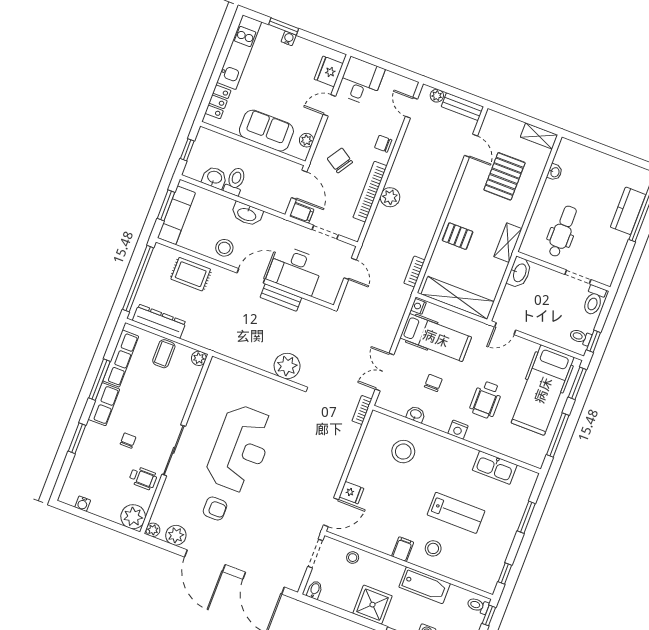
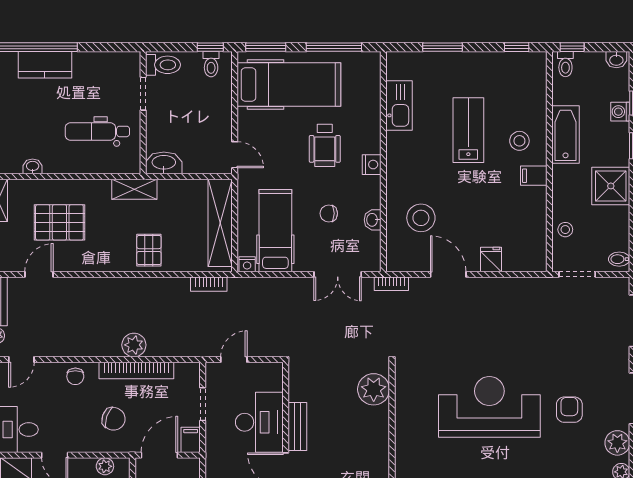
chair: (340, 160) -> (114, 419), turned -104
wheelchair: (486, 400) -> (325, 145), turned 90
door: (331, 512) -> (448, 274), moved

